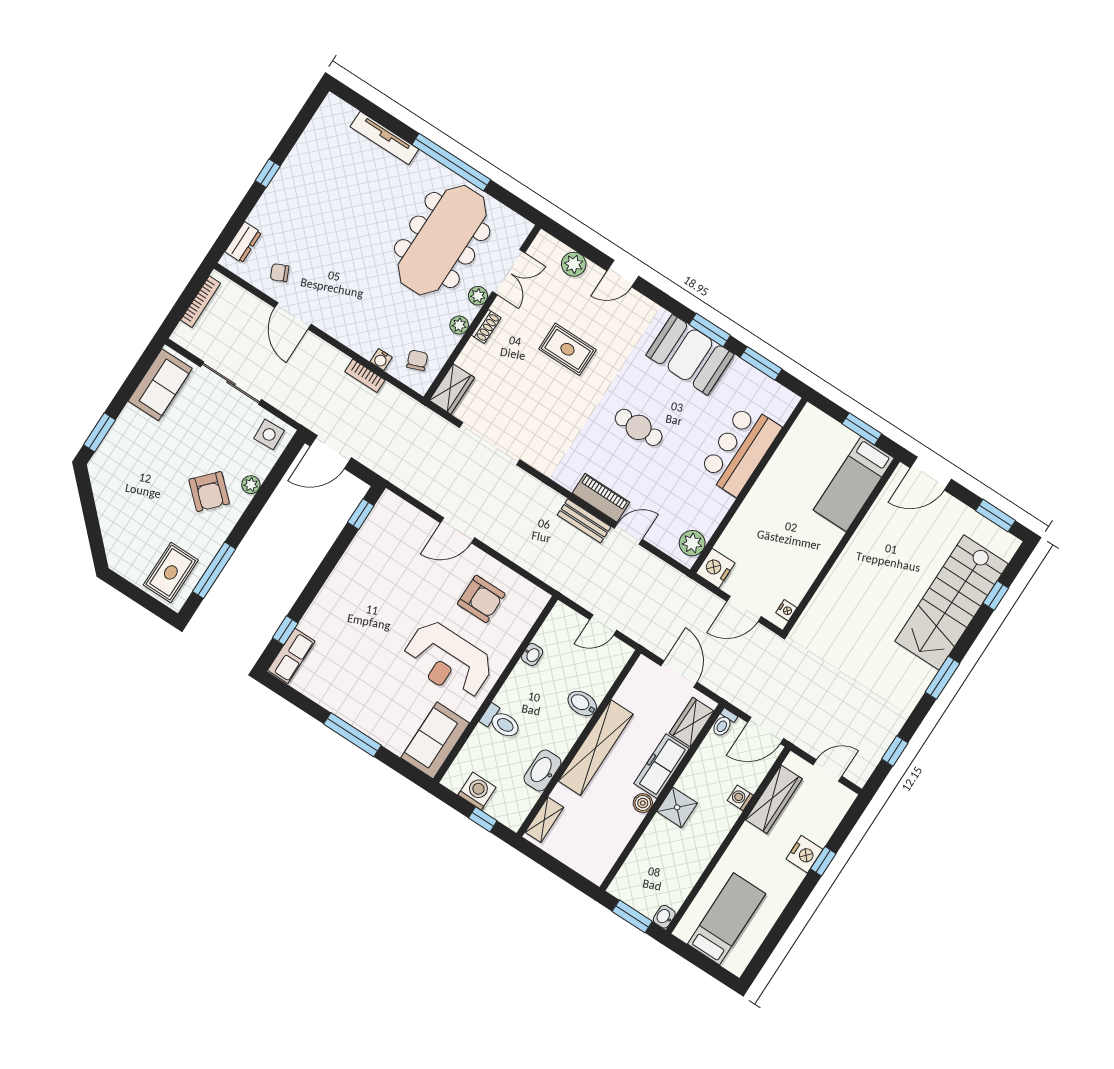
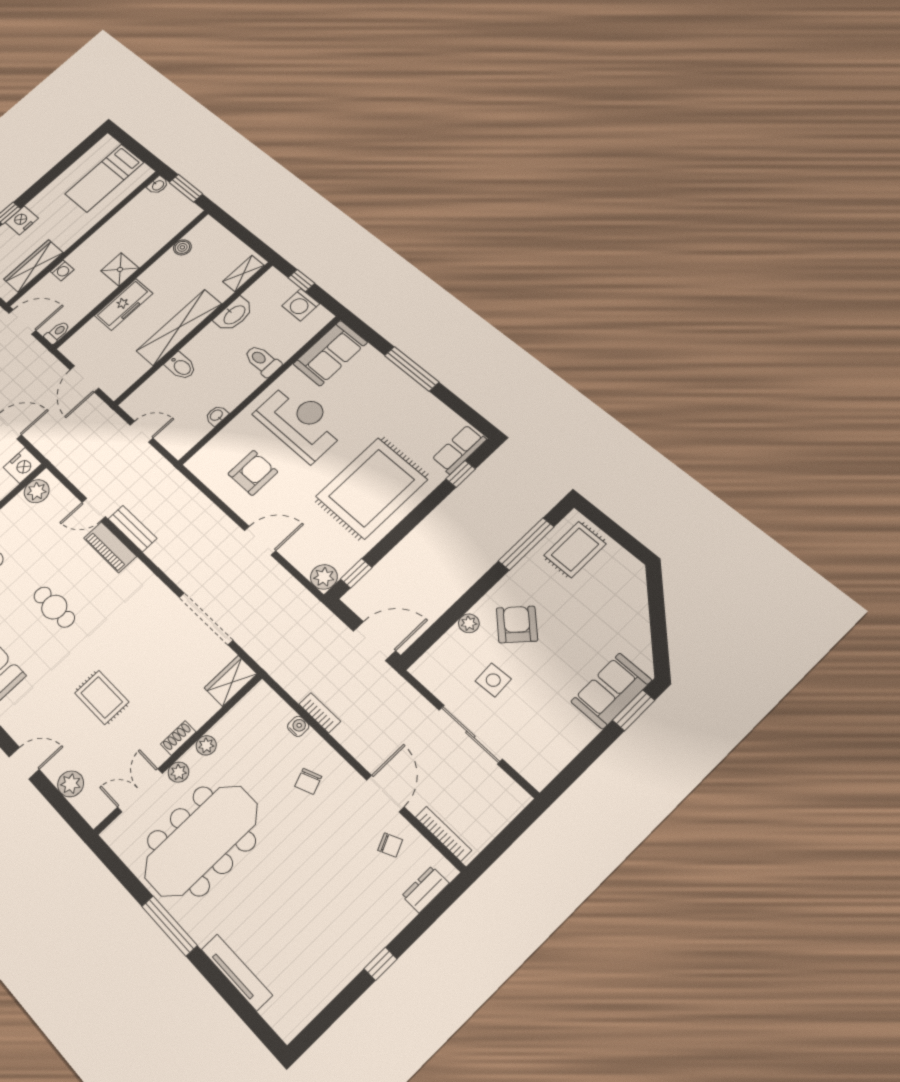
window: (451, 162) -> (169, 926), width x0.68
bookcase: (201, 302) -> (443, 834), moved, turned 90
chair: (417, 360) -> (308, 781), moved
sofa: (160, 385) -> (611, 691), moved
side table: (269, 434) -> (493, 680), moved
plant: (390, 505) -> (324, 577), added
armchair: (481, 599) -> (253, 473), turned 90
rug: (365, 602) -> (371, 488), added
wardrobe: (692, 722) -> (85, 337), removed
boiler: (643, 803) -> (182, 247), moved

